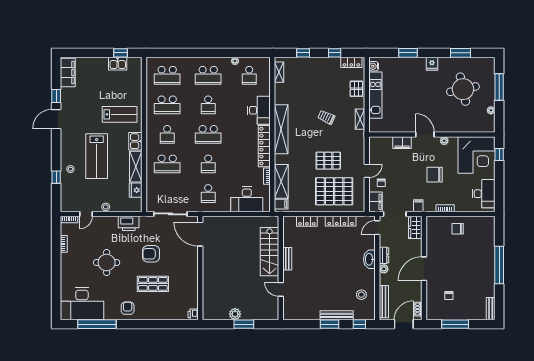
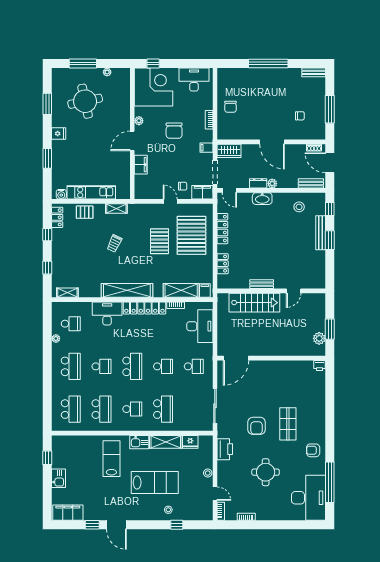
kitchen sink: (118, 64) -> (59, 478), moved
door: (200, 234) -> (236, 358), moved
wall: (200, 268) -> (271, 358), moved
bench: (384, 302) -> (311, 183), width x0.73
printer: (193, 314) -> (319, 365), moved

